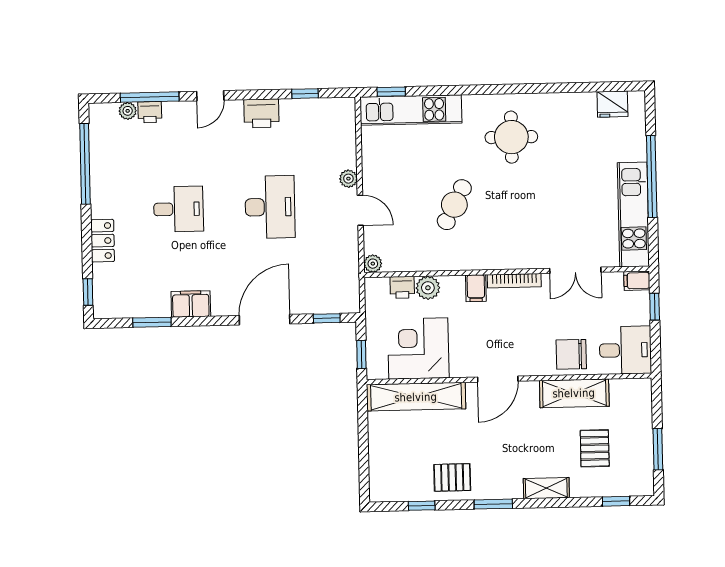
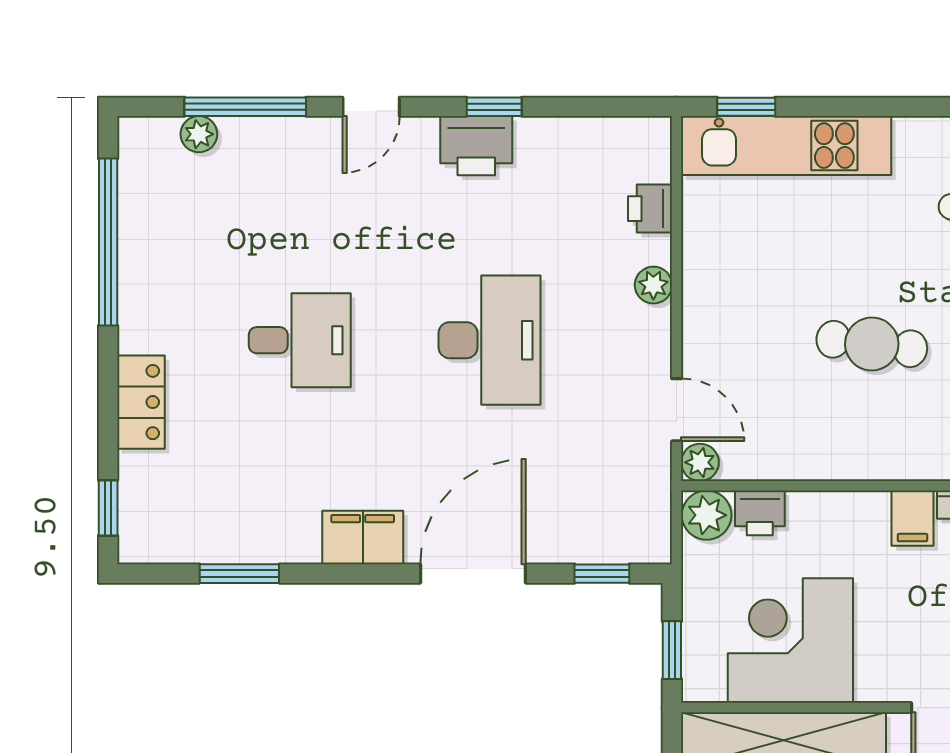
window: (305, 94) -> (494, 107), moved
printer: (150, 112) -> (650, 209), moved, turned 90
cafe table: (454, 205) -> (872, 344), turned 70
door: (360, 210) -> (677, 410), moved
plant: (428, 288) -> (707, 515), moved
filing cabinet: (191, 304) -> (363, 537), moved

